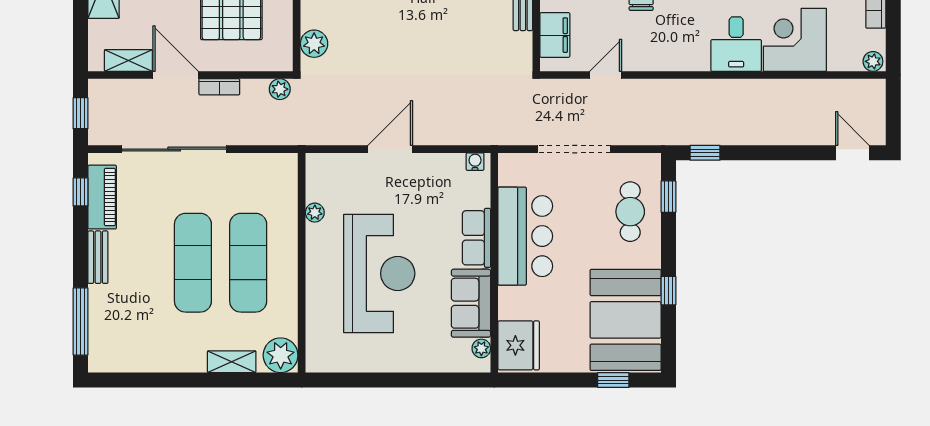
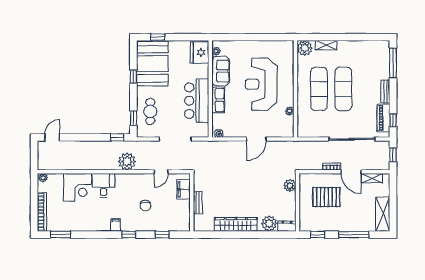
plant: (280, 89) -> (127, 162), moved, width x1.88, depth x1.88
door: (852, 153) -> (52, 137), swing flipped

